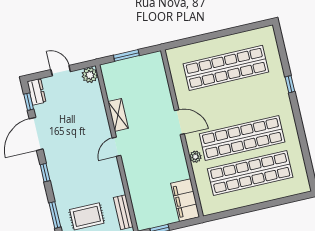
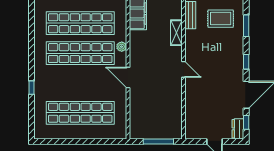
window: (126, 55) -> (158, 141), width x1.44
plant: (90, 75) -> (192, 132), removed
shelving: (118, 115) -> (176, 33), moved
door: (116, 147) -> (184, 69), hinge flipped

